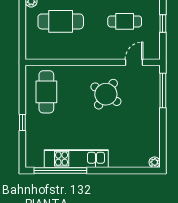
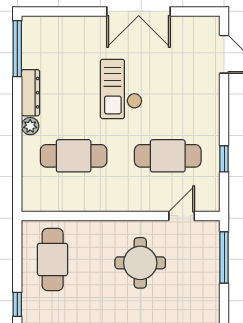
cafe table: (125, 21) -> (168, 156), width x1.37, depth x1.35
round table: (106, 94) -> (140, 263), turned -34

